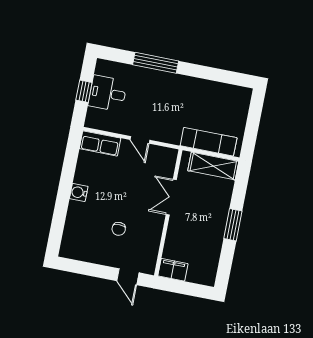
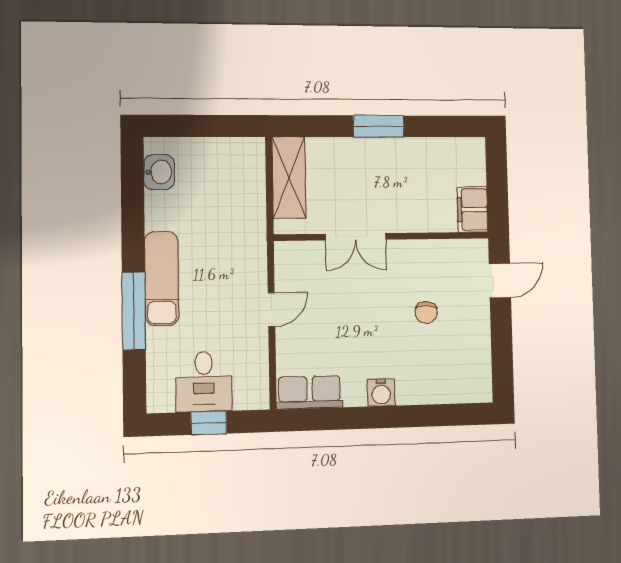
washbasin: (231, 93) -> (159, 172), added
exam couch: (209, 142) -> (162, 278), moved, turned 180
row of seats: (100, 143) -> (310, 392), moved, turned -90
chair: (119, 229) -> (426, 313), turned 93

